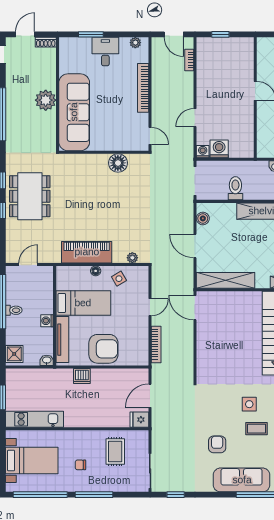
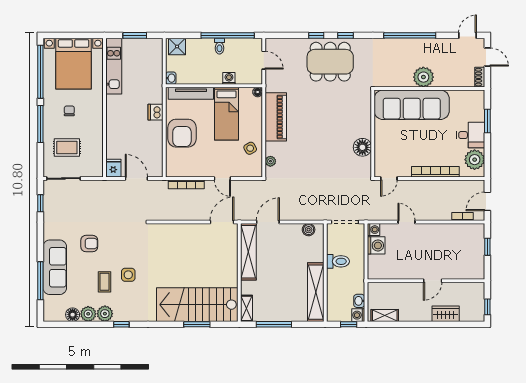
plant: (135, 43) -> (475, 160), width x1.88, depth x1.88
door: (195, 246) -> (268, 222), moved
floor lamp: (96, 271) -> (258, 92), moved
washing machine: (47, 321) -> (229, 78), moved
rug: (115, 451) -> (67, 148), moved
bed with nightstands: (32, 460) -> (74, 64), width x1.36

